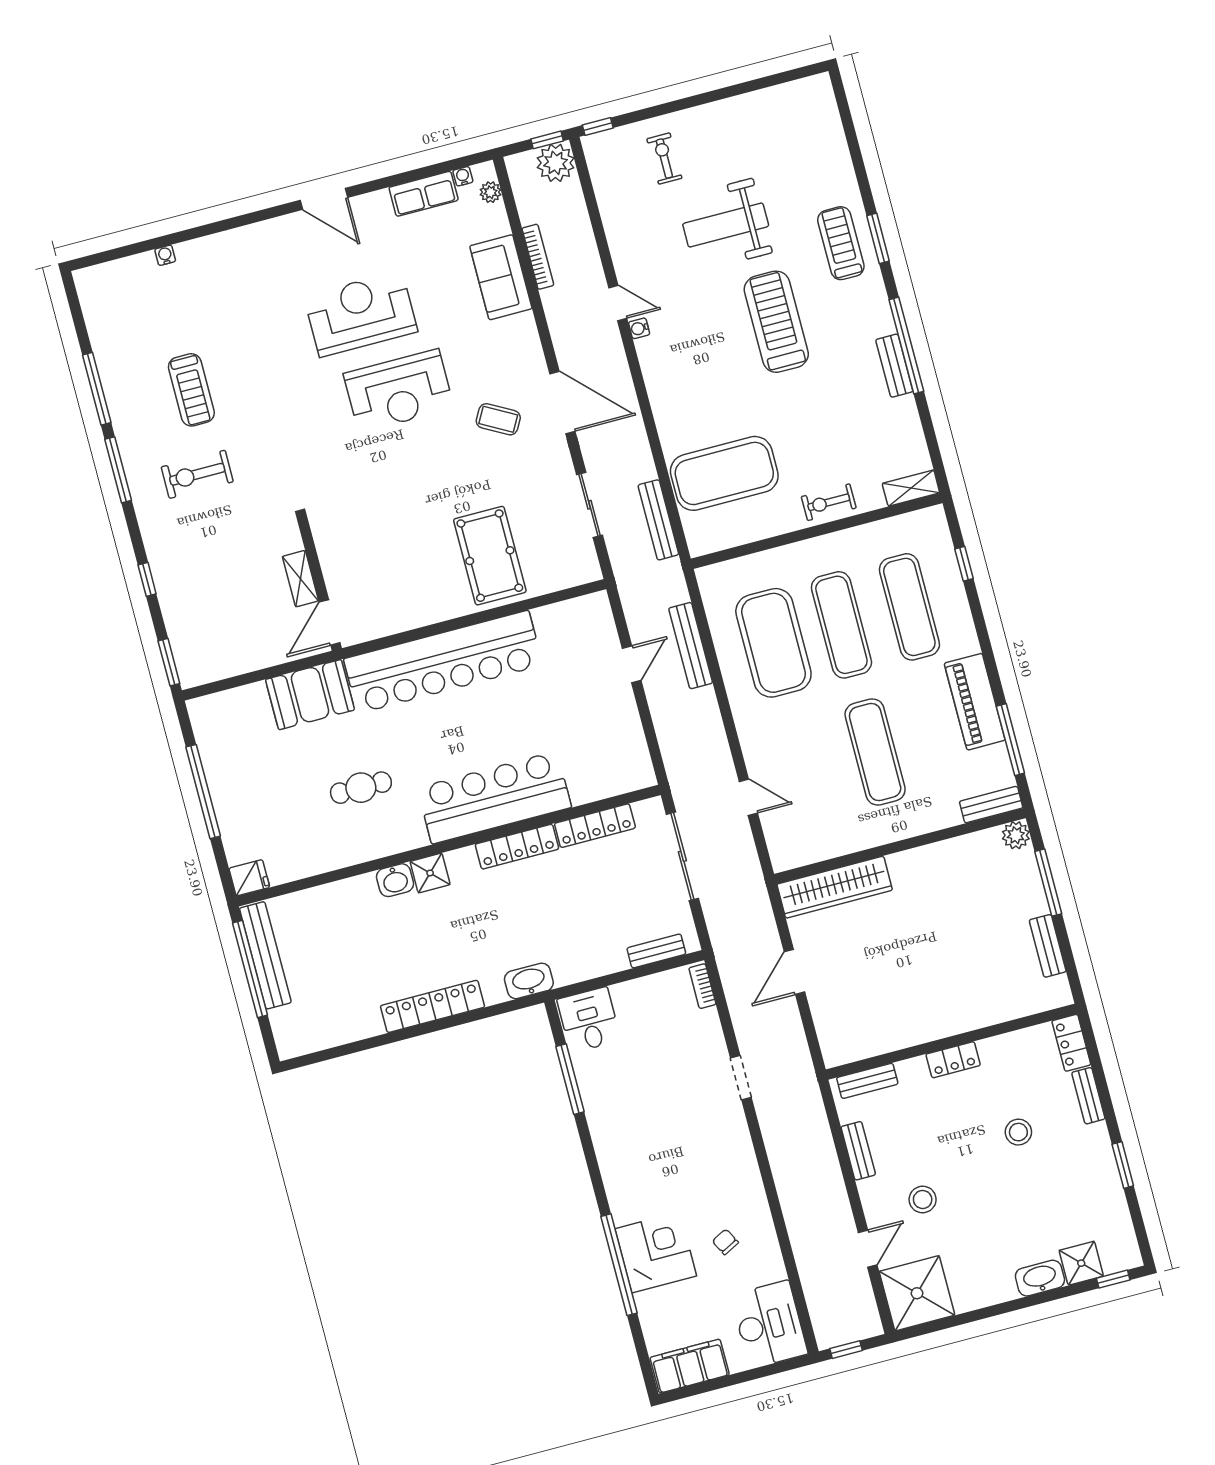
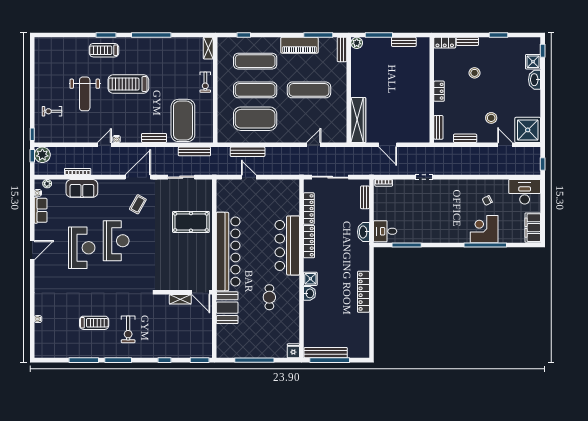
reception desk: (361, 314) -> (82, 248), turned 180
bench: (894, 366) -> (154, 138), moved
washbasin: (529, 981) -> (363, 232), moved

